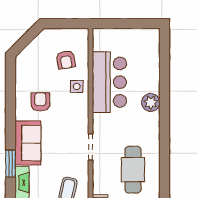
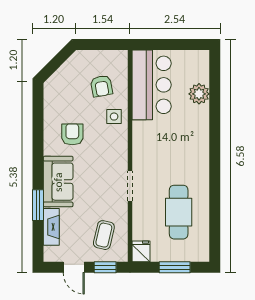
bar counter: (109, 82) -> (152, 85), moved
plant: (151, 102) -> (199, 94), moved

